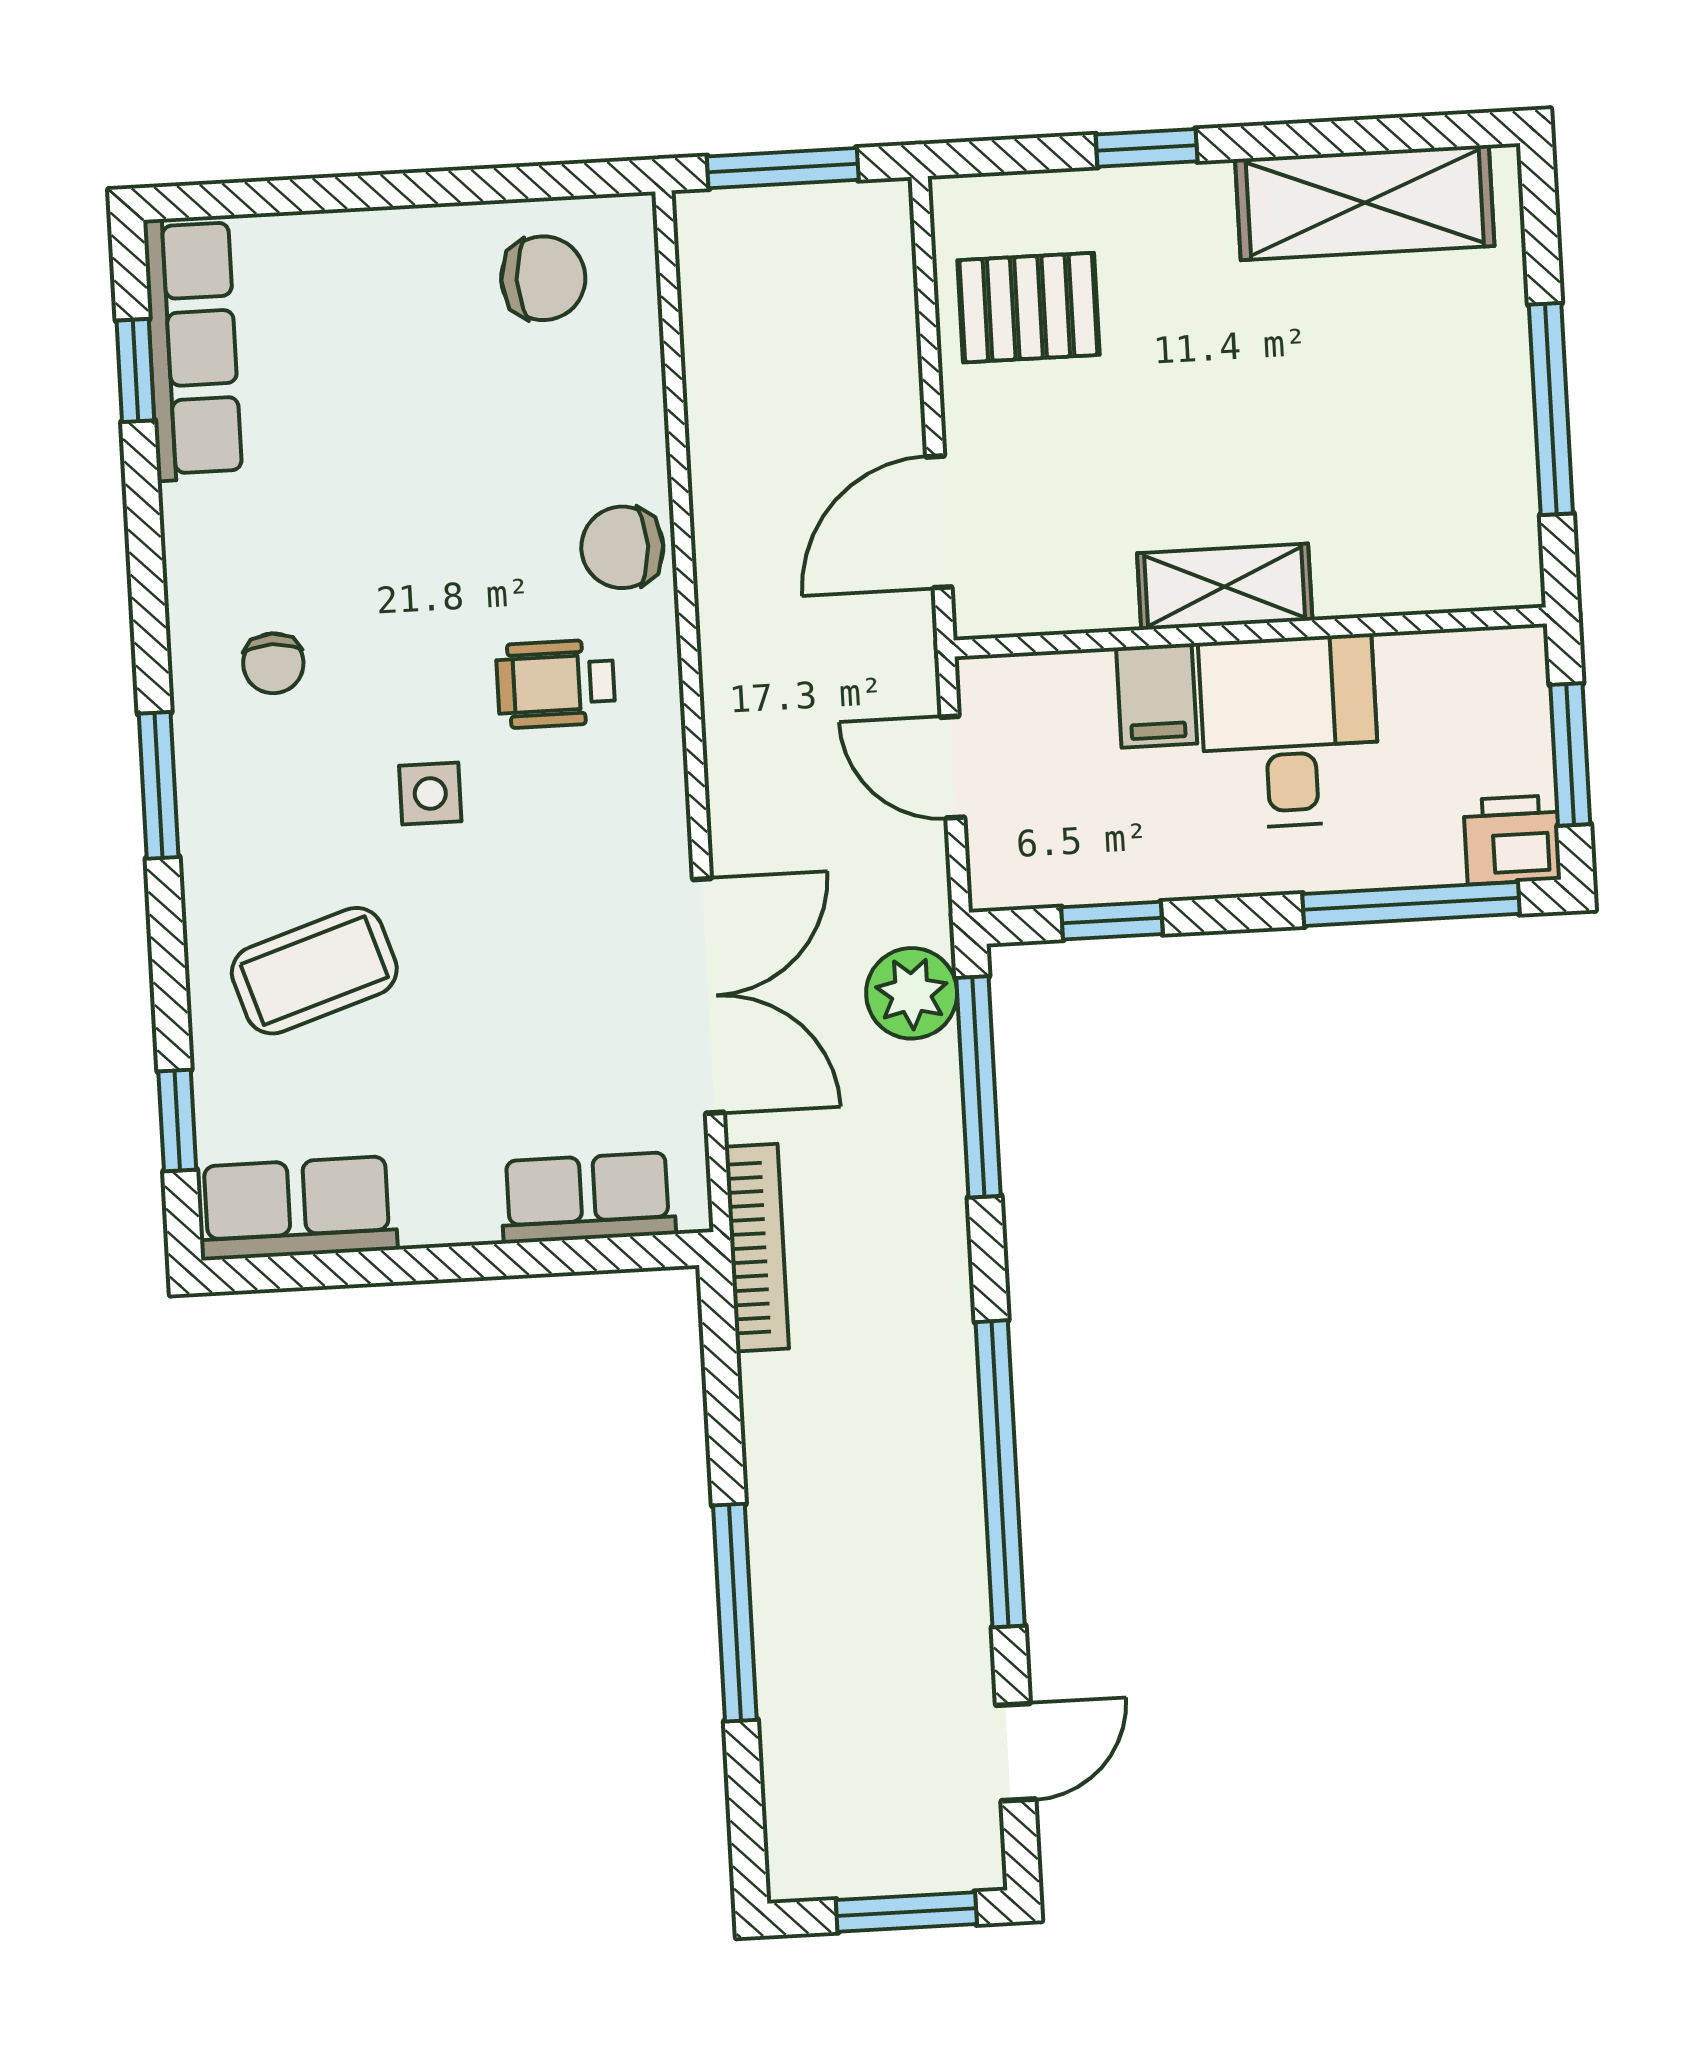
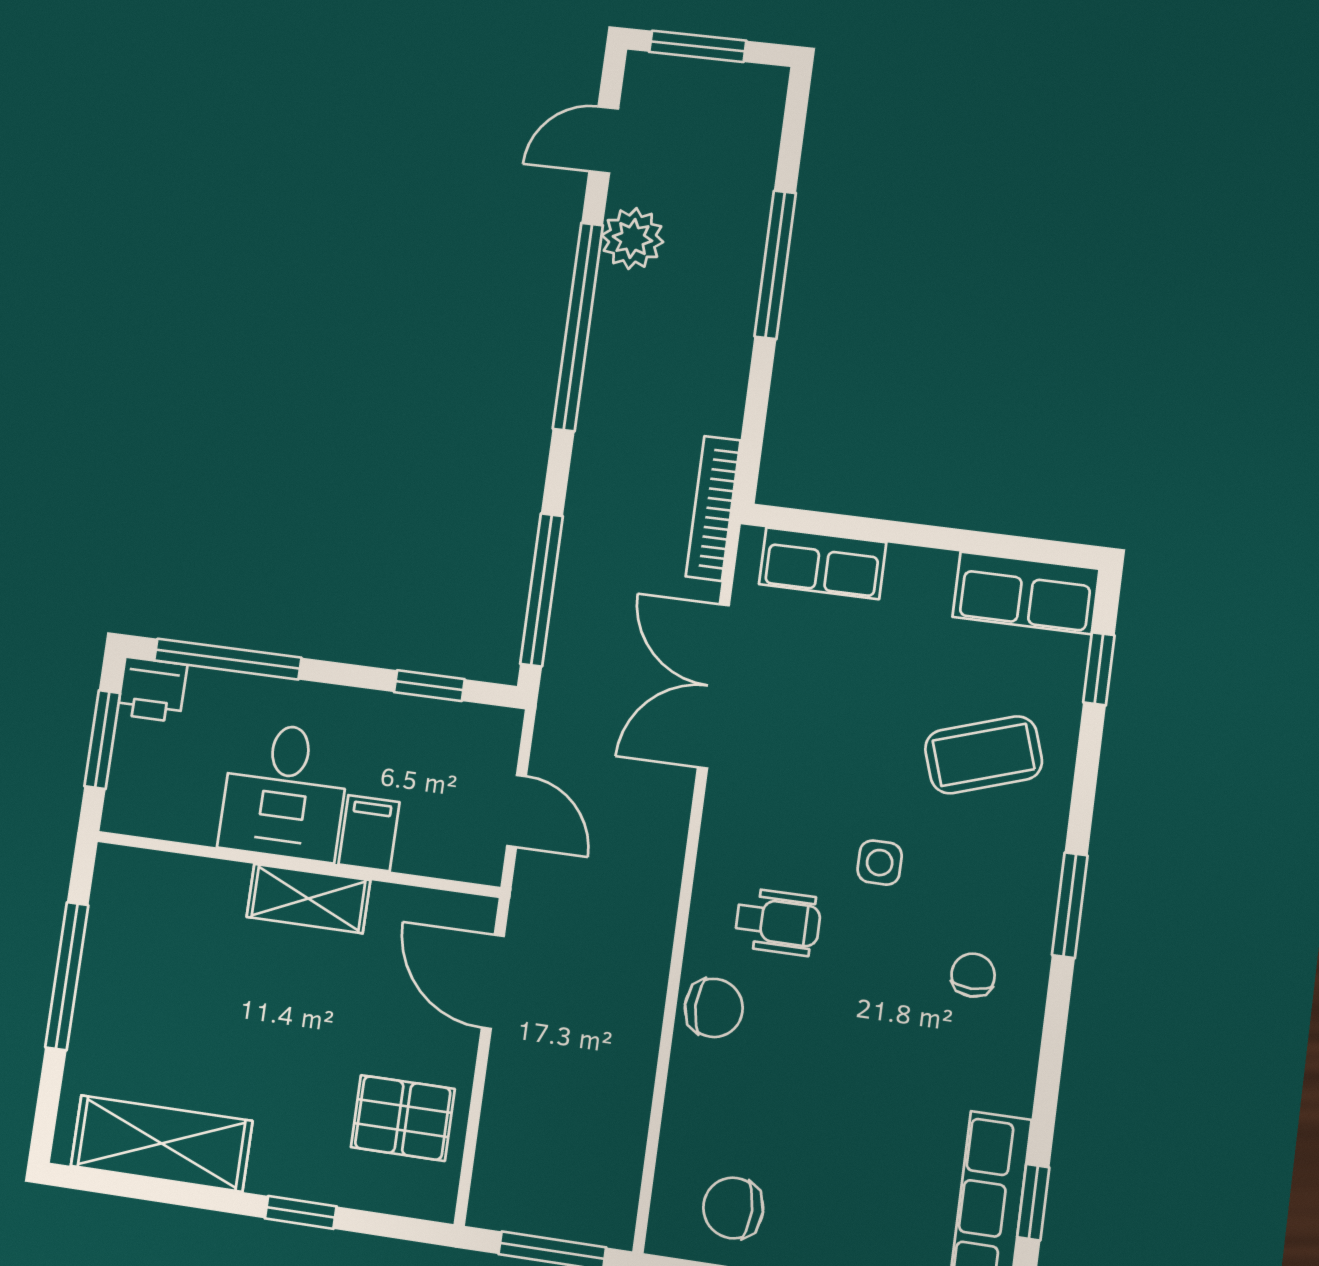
door: (939, 522) -> (493, 982), swing flipped
plant: (912, 993) -> (632, 239), moved

